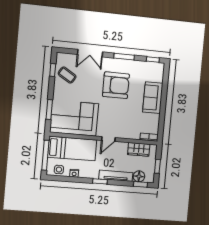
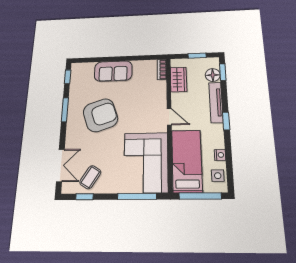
double door: (90, 53) -> (60, 165), moved
armchair: (116, 85) -> (100, 115), turned 71
window: (49, 109) -> (137, 196), width x1.44

